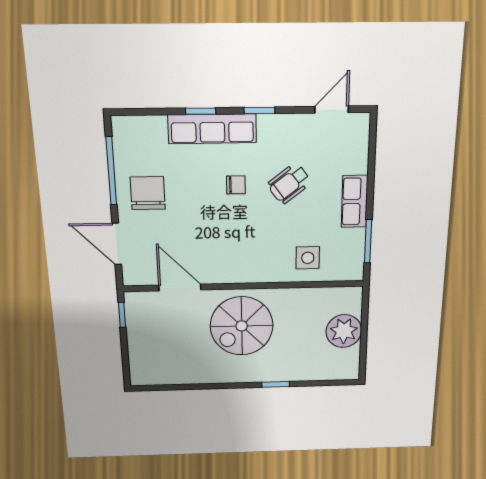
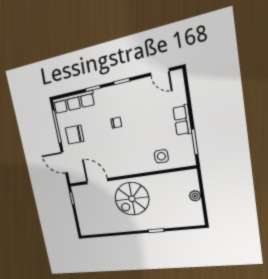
door: (332, 110) -> (160, 72), swing flipped
row of seats: (212, 129) -> (74, 102), moved
wheelchair: (289, 183) -> (144, 117), removed
chair: (148, 193) -> (75, 135), turned -90
plant: (344, 331) -> (195, 196), width x0.53, depth x0.53

